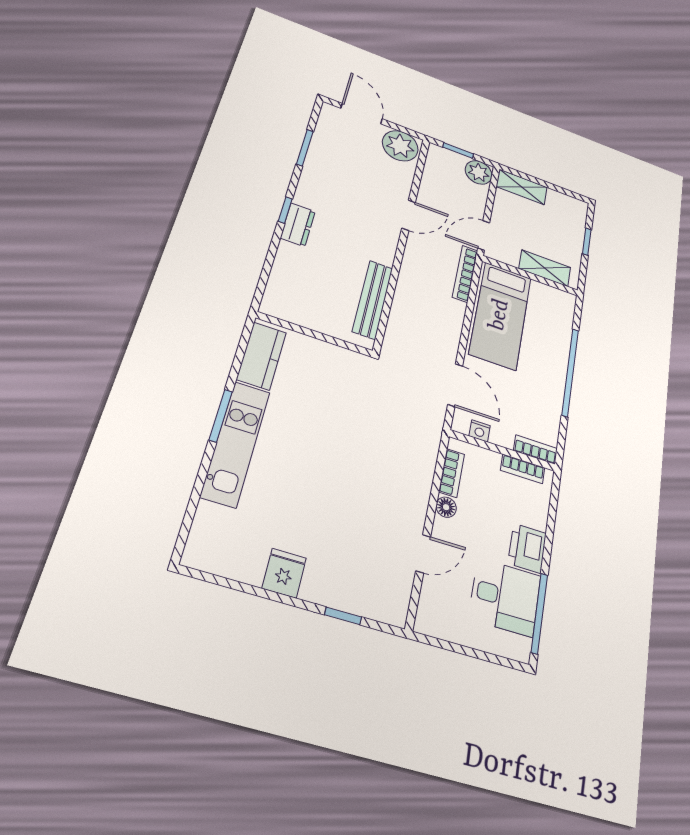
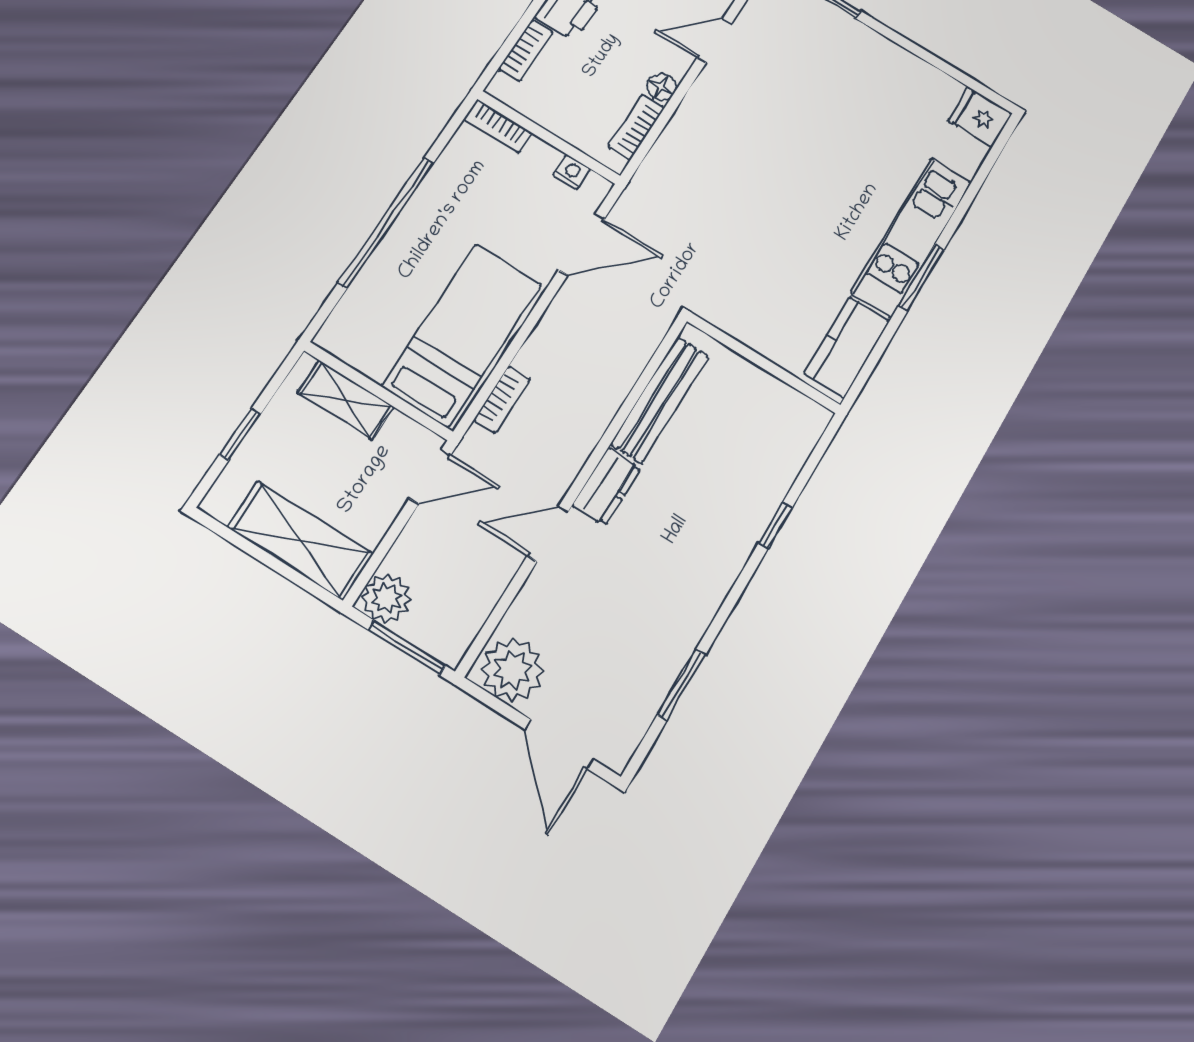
window: (458, 151) -> (407, 648), width x1.50
shelving: (522, 187) -> (300, 541), width x1.50, depth x1.33
window: (285, 210) -> (775, 526), moved
dresser: (298, 225) -> (607, 487), moved, turned 180
bookcase: (465, 274) -> (502, 400), width x0.64
door: (455, 385) -> (582, 244), swing flipped
bookcase: (523, 469) -> (526, 51), moved, turned 90
fridge: (284, 573) -> (980, 117), moved, turned 90

